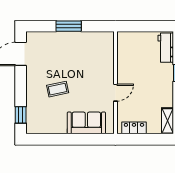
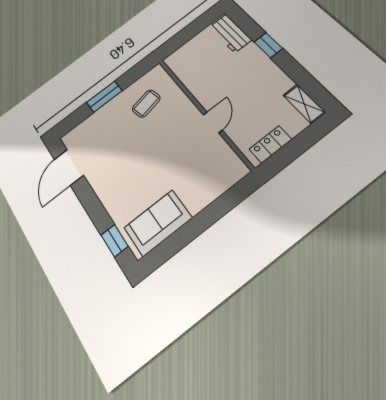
coffee table: (58, 89) -> (146, 104), moved
sofa: (86, 123) -> (158, 223), moved

